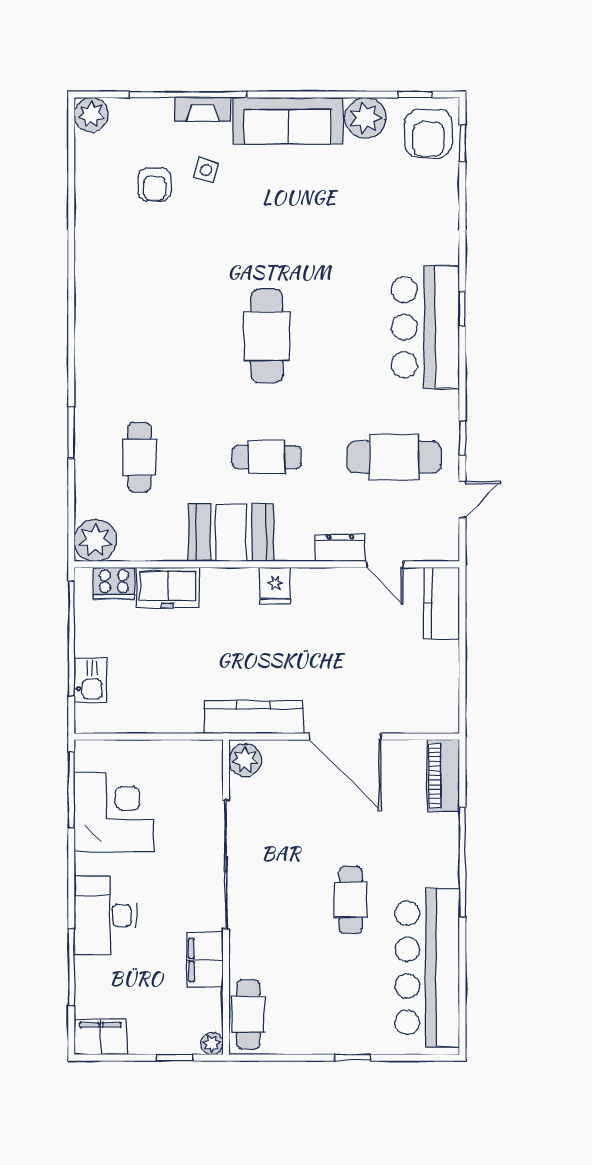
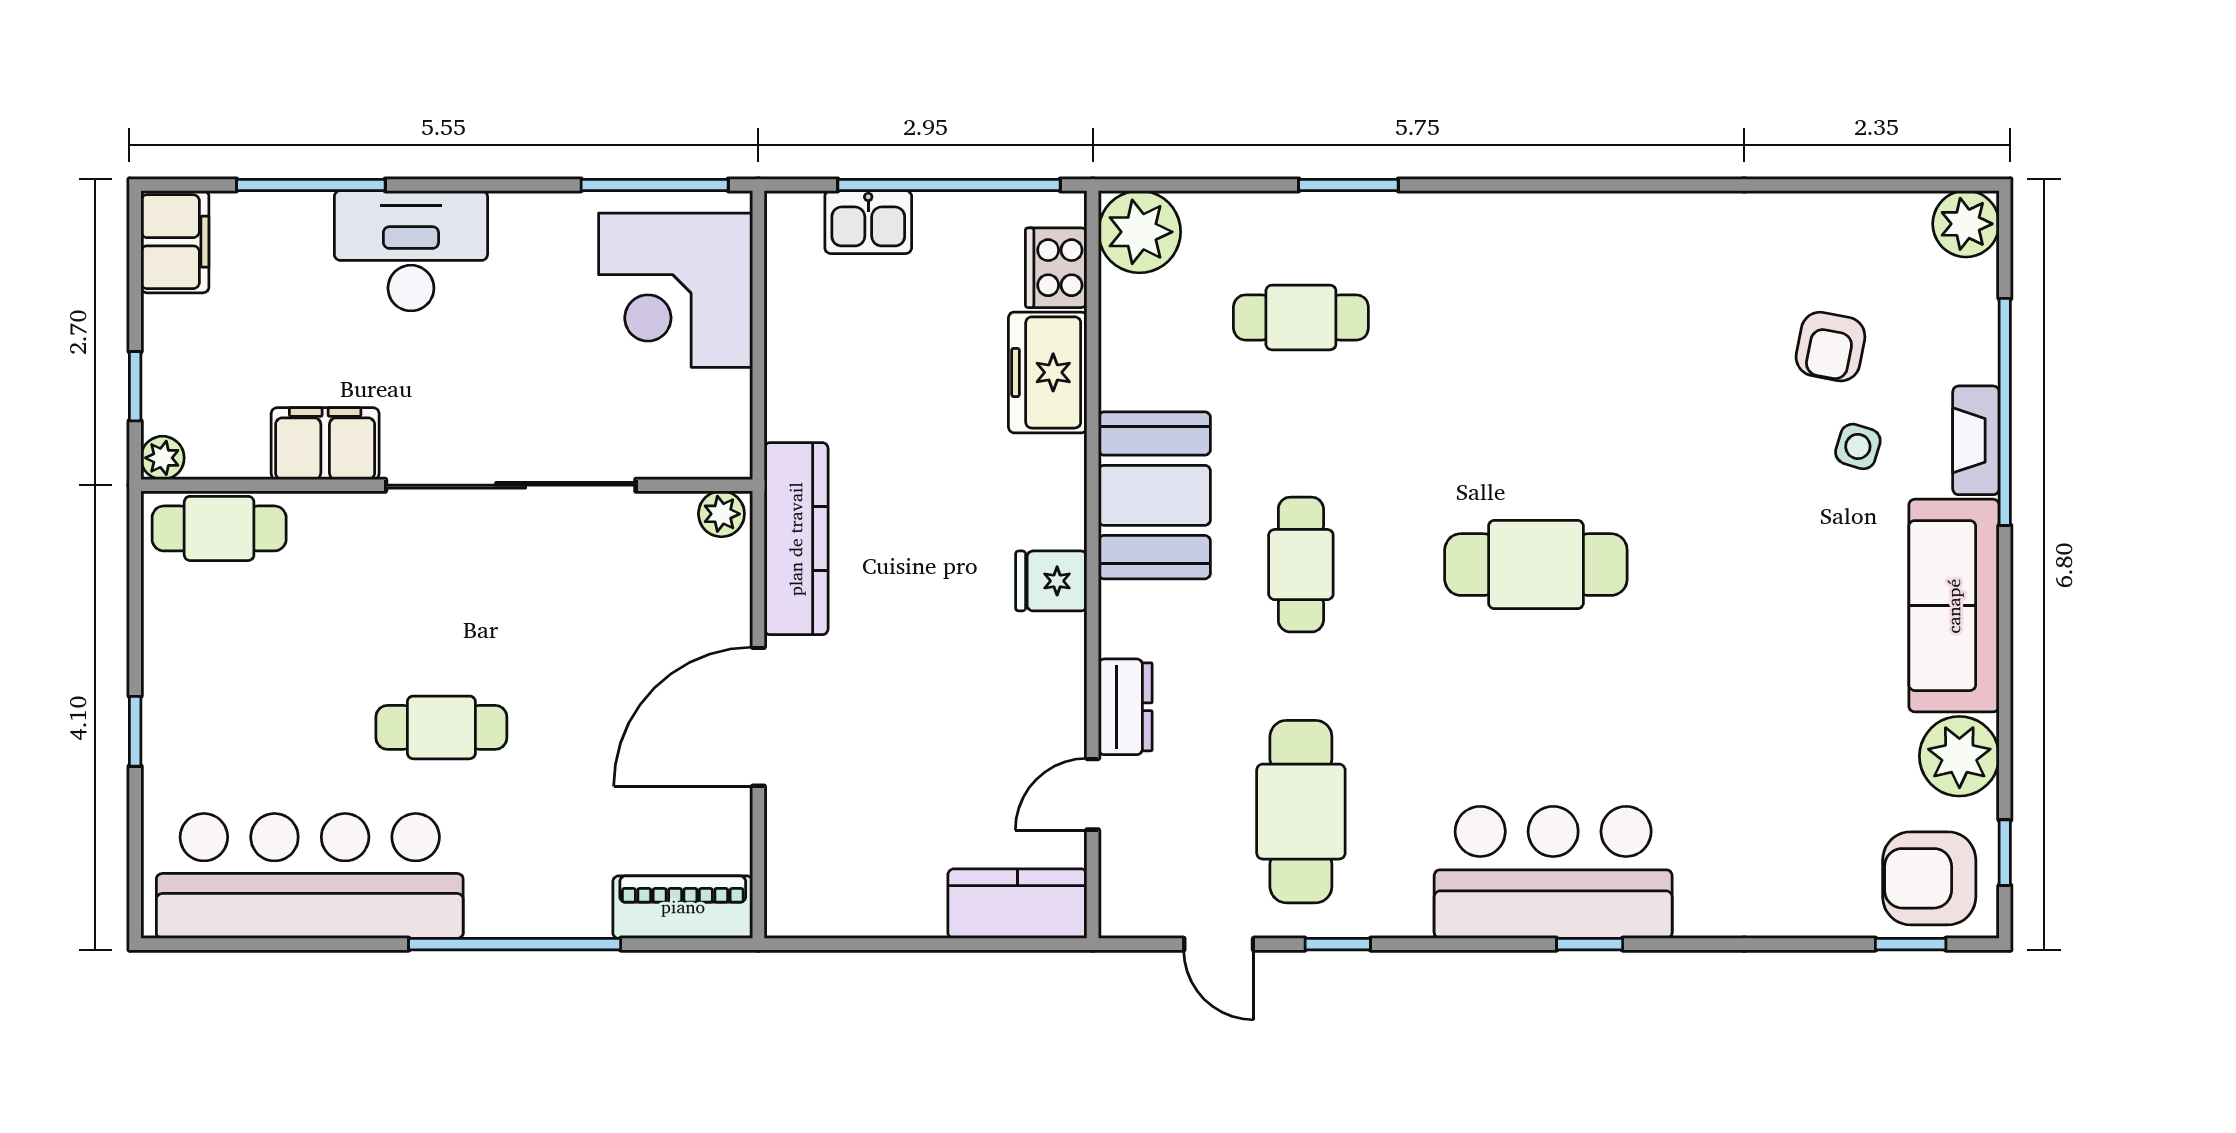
armchair: (155, 184) -> (1830, 347), turned -79
plant: (245, 760) -> (721, 514), width x0.73, depth x0.73
corner desk: (114, 812) -> (676, 290), moved, turned 90

